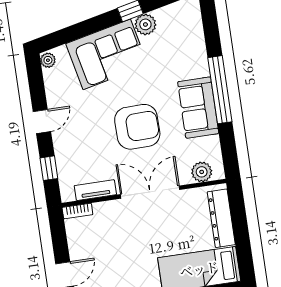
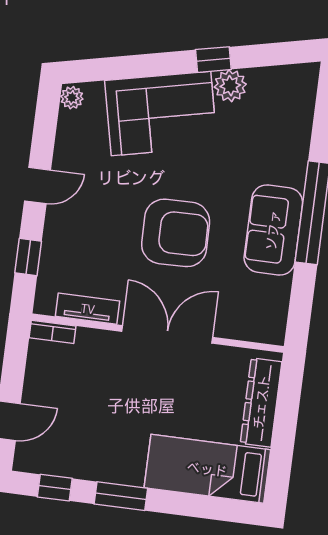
plant: (202, 172) -> (252, 326), removed

